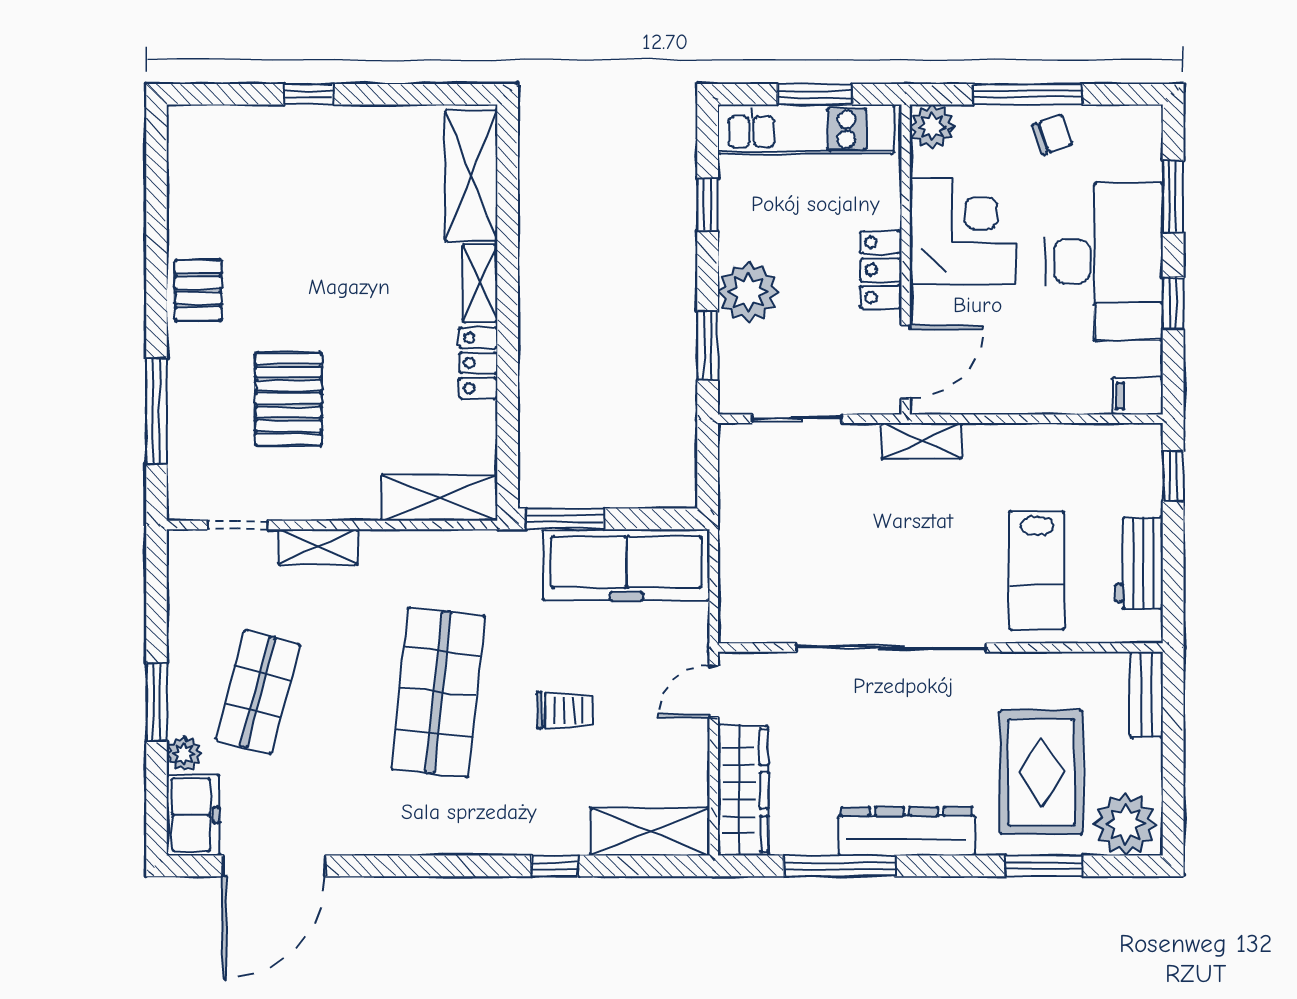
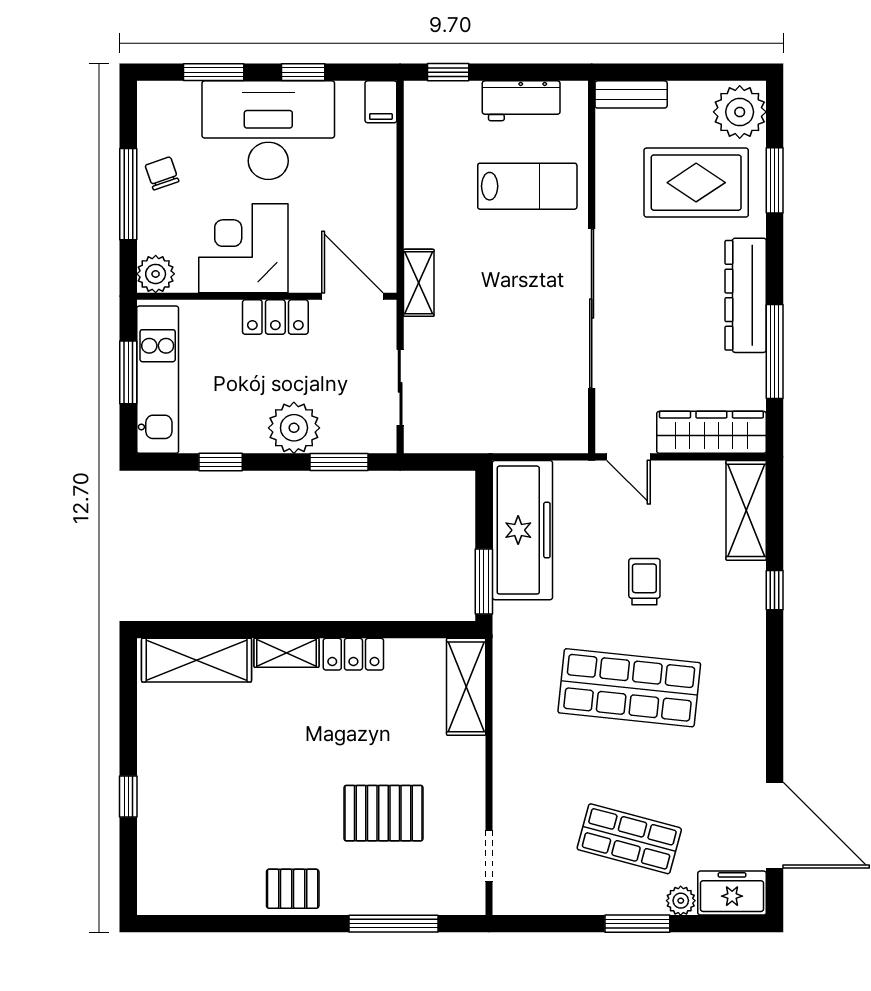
shelving: (318, 547) -> (507, 789), removed

